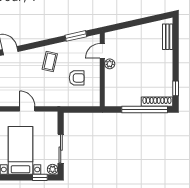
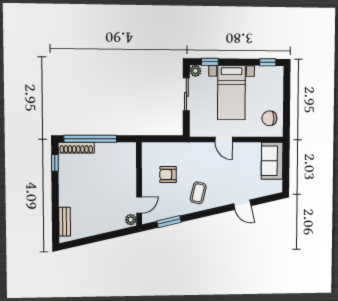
plant: (110, 64) -> (131, 220), moved

